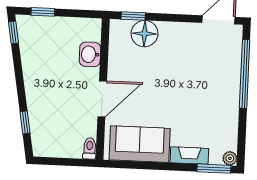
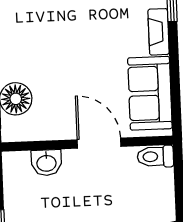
toilet: (90, 148) -> (155, 157), width x1.37, depth x1.39

